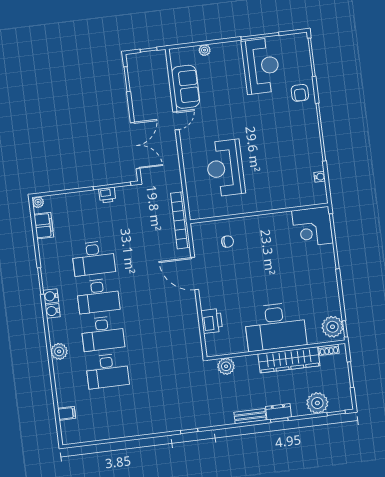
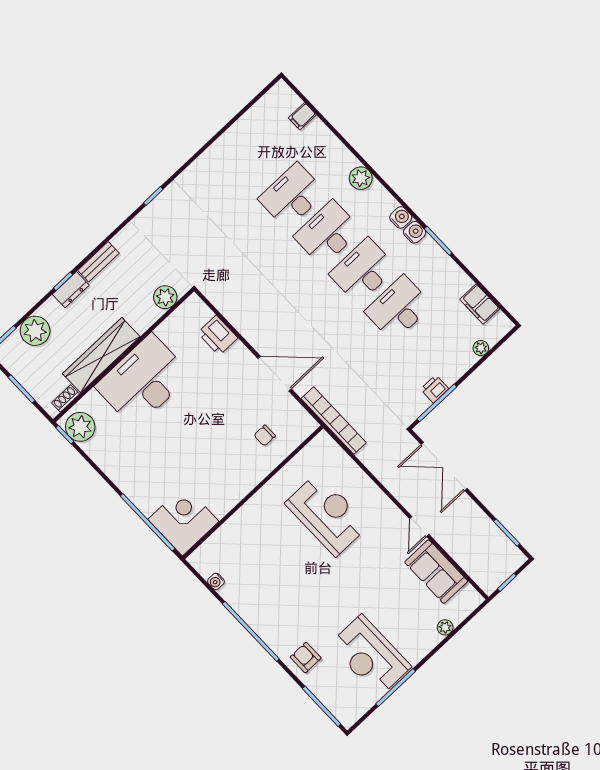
plant: (38, 202) -> (481, 348), moved

